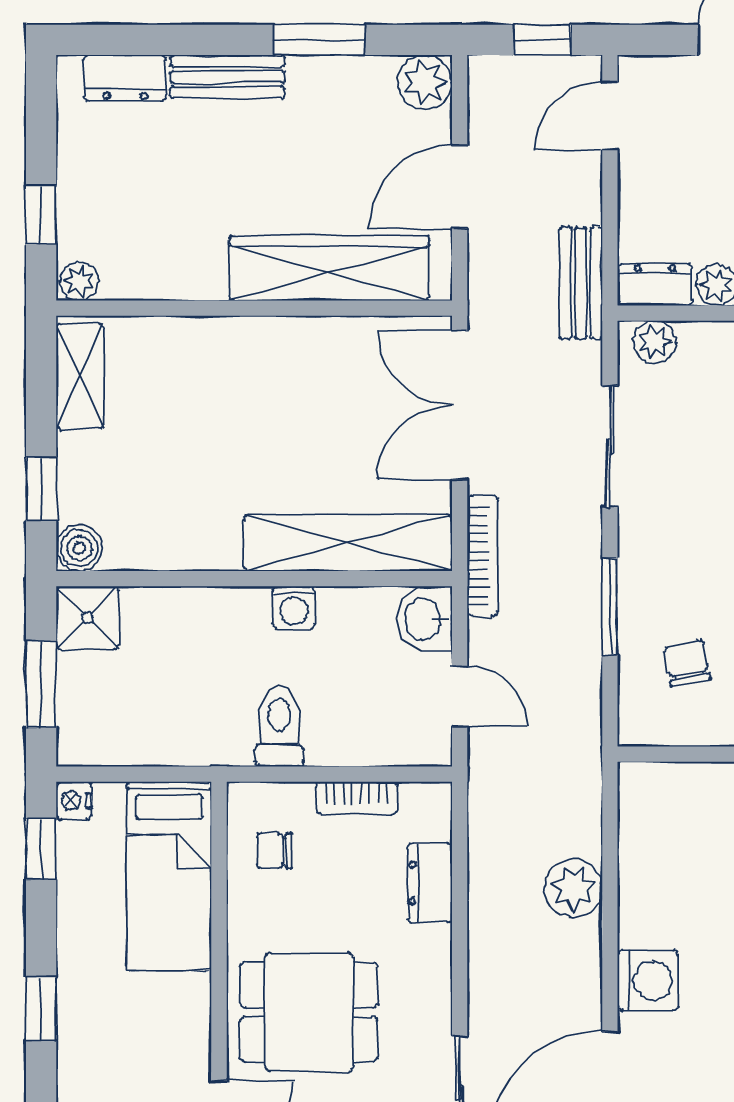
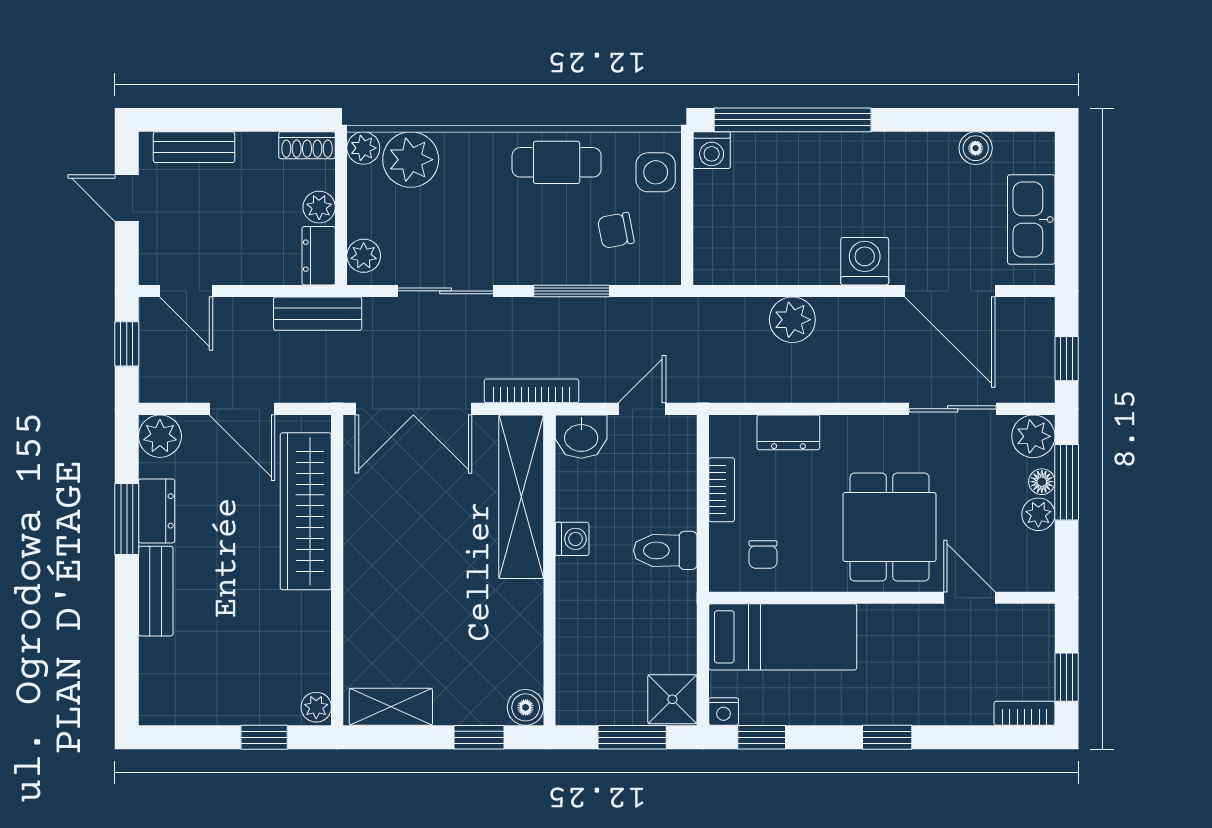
dresser: (125, 78) -> (157, 511), moved
shower: (87, 618) -> (672, 699), moved

